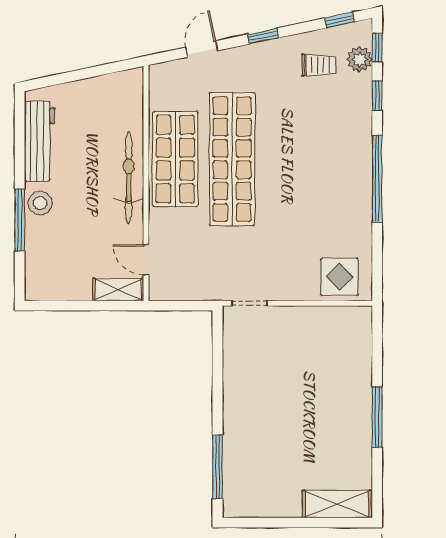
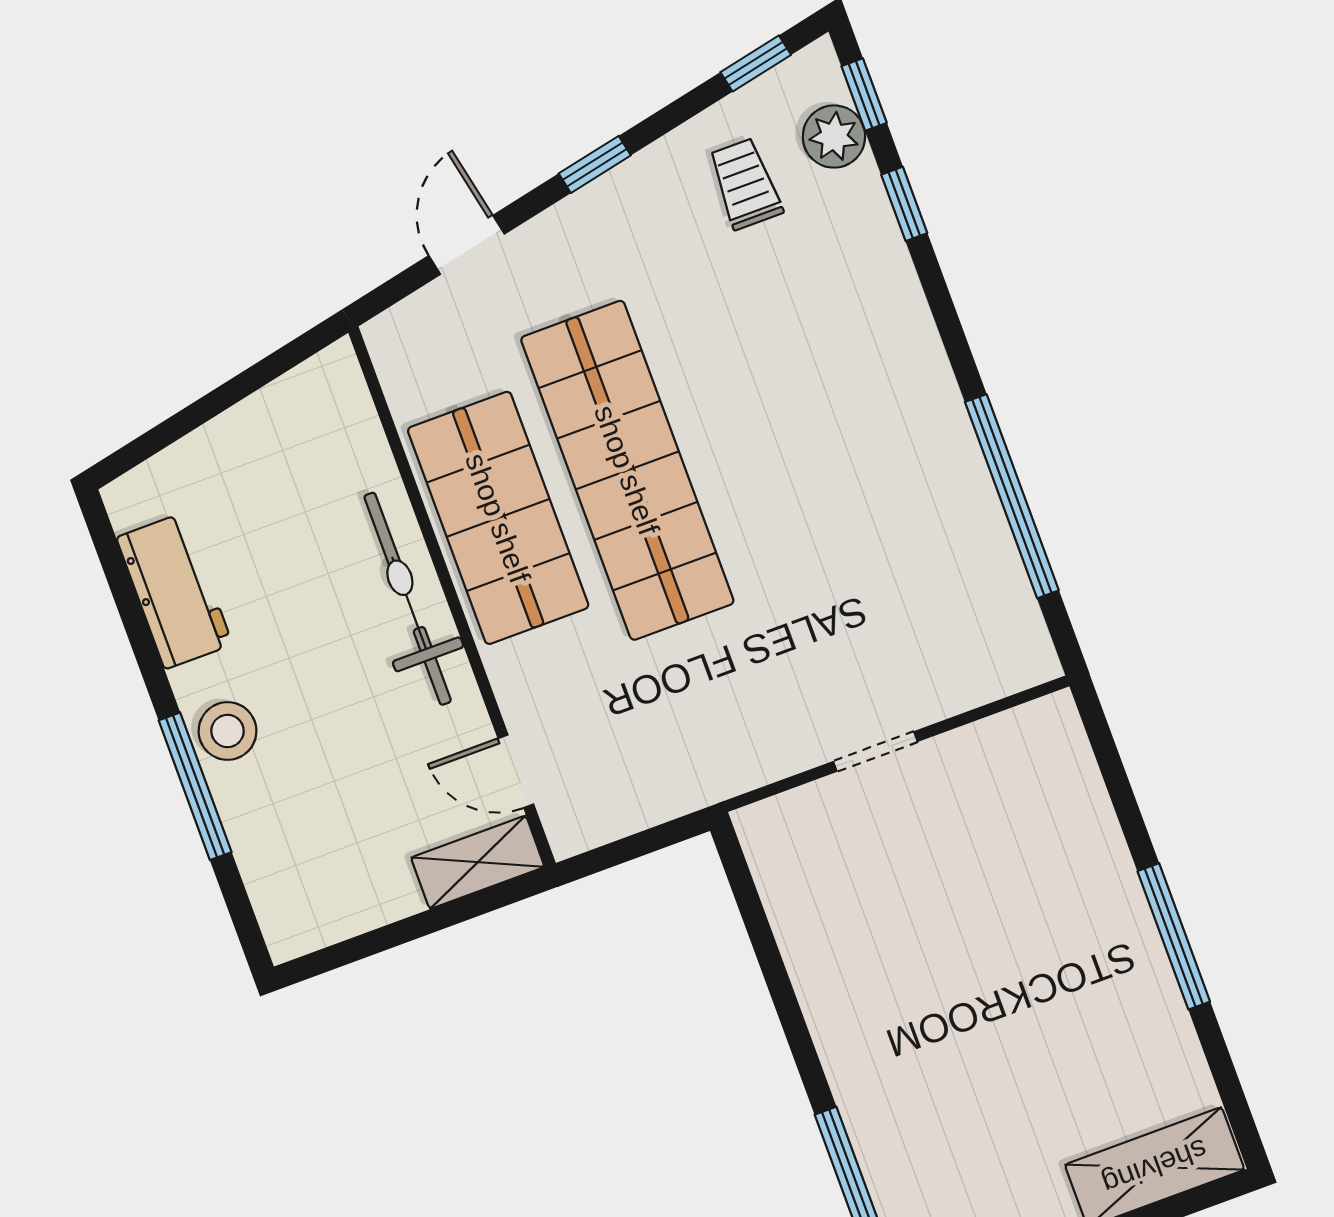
trolley: (318, 65) -> (745, 184), turned -90
workbench: (40, 141) -> (174, 591), width x0.73
window: (377, 179) -> (1012, 496), moved
display table: (339, 277) -> (970, 648), removed
doorway: (250, 303) -> (875, 751), moved

